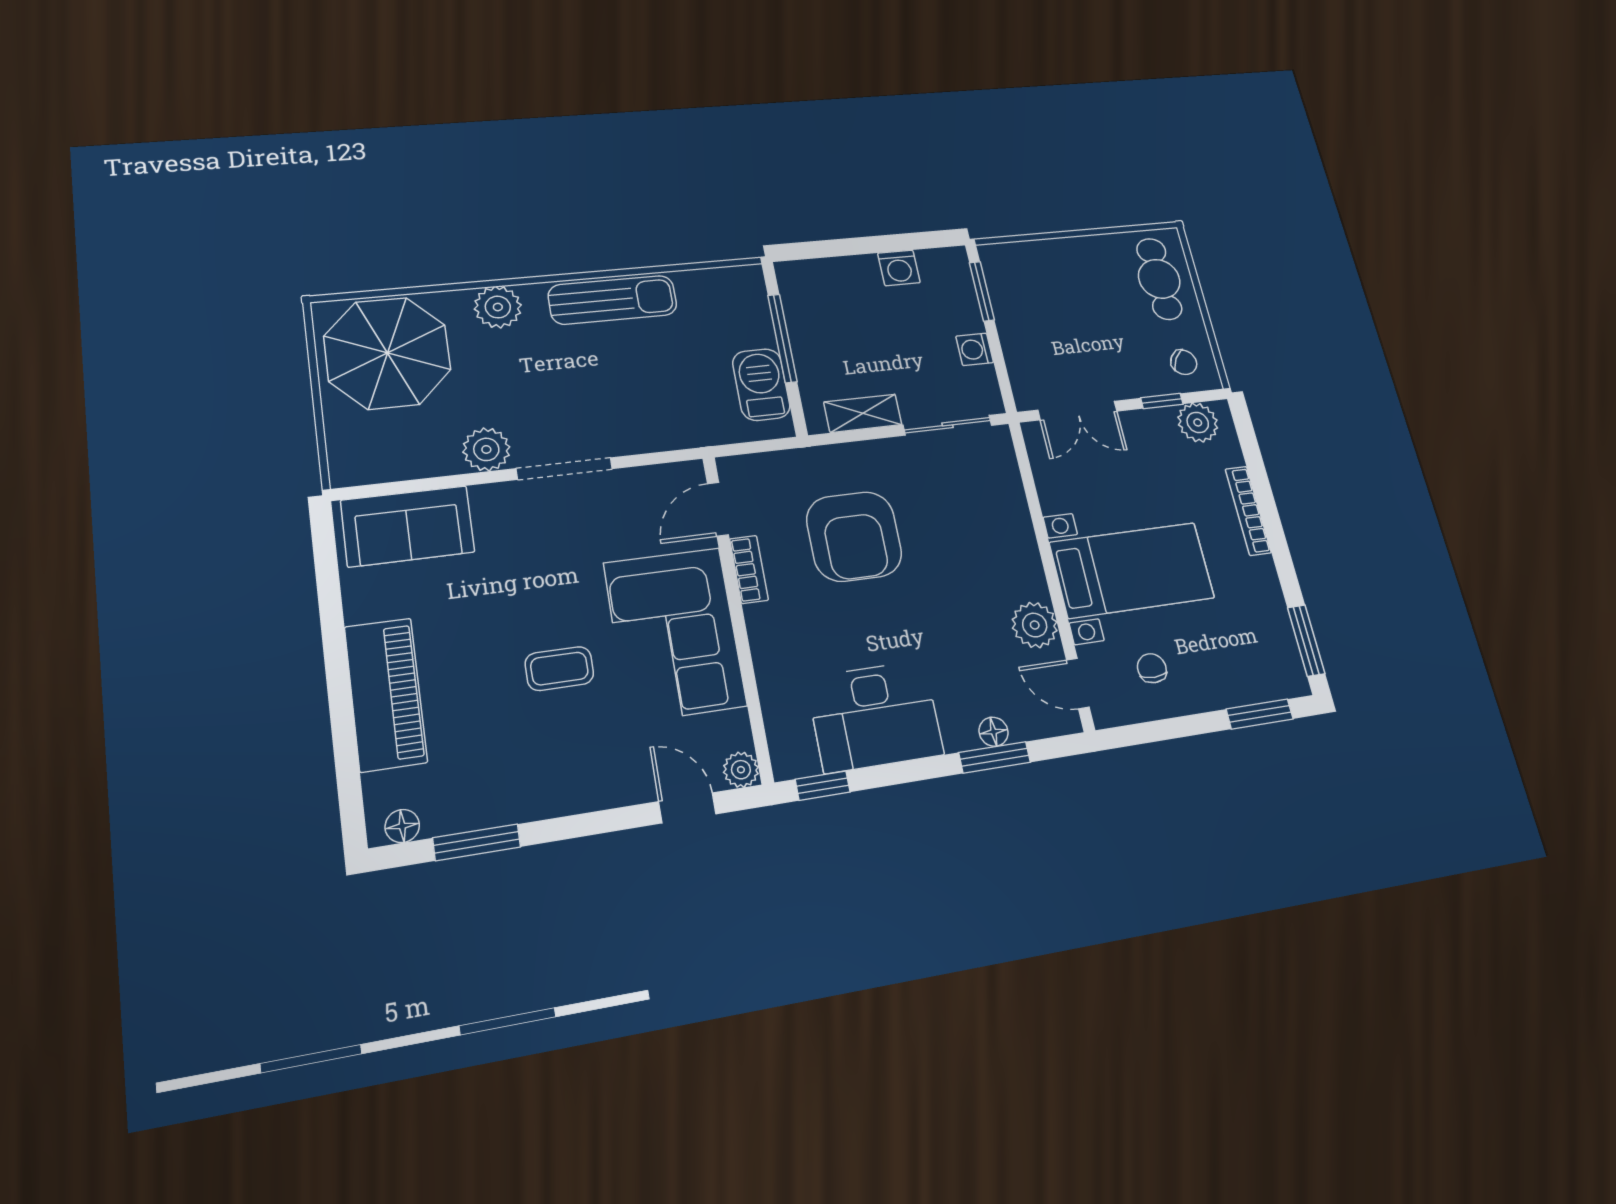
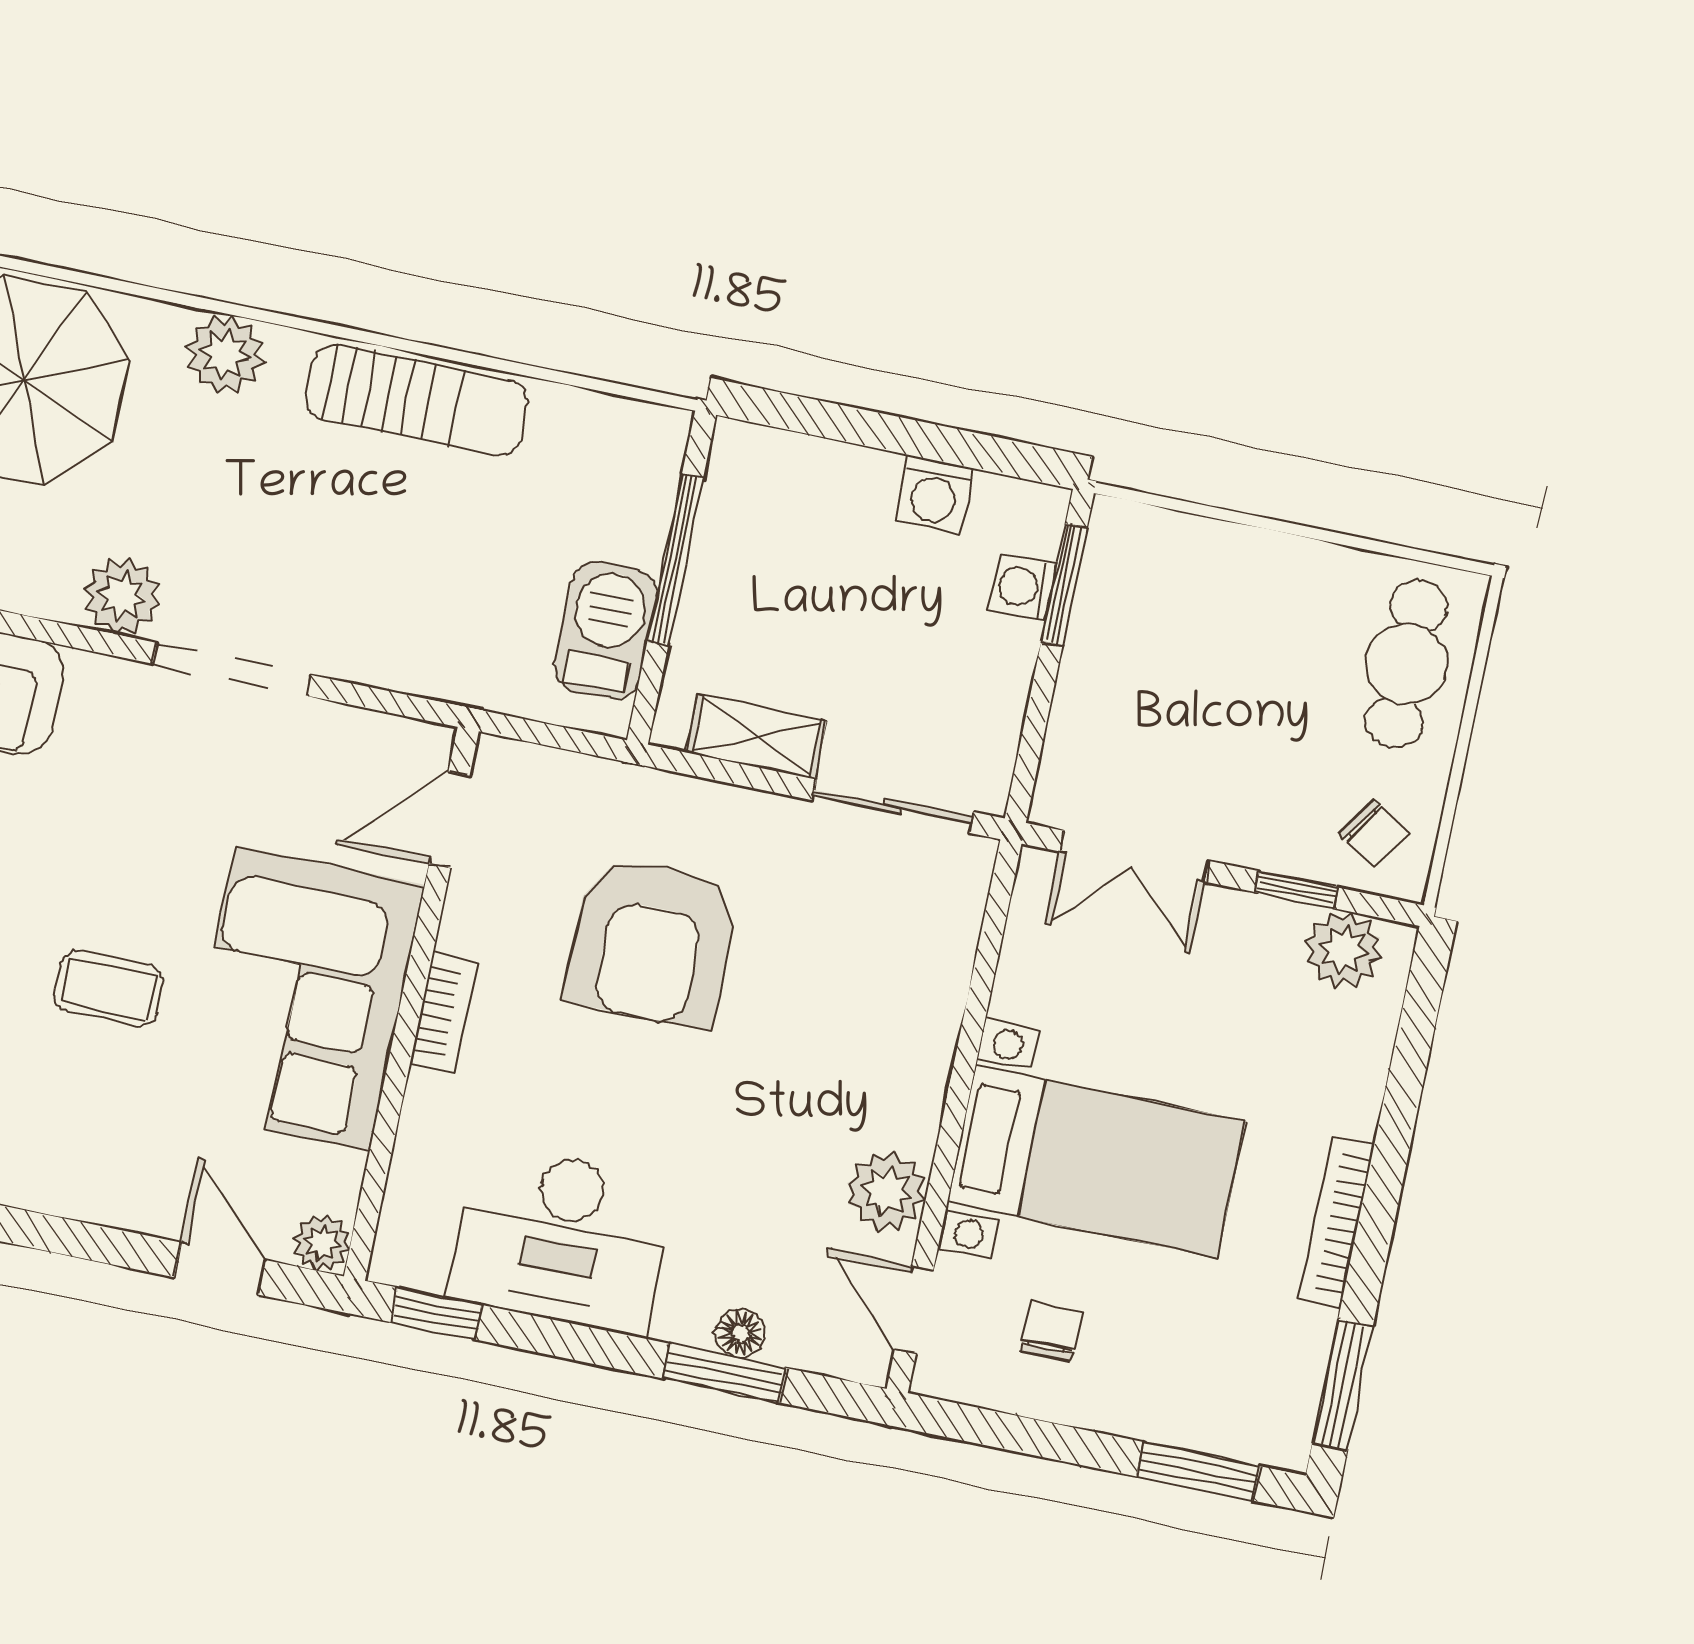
washing machine: (975, 349) -> (1023, 587), moved
bookcase: (1248, 511) -> (1337, 1223), moved
bookcase: (749, 569) -> (444, 1013), moved

